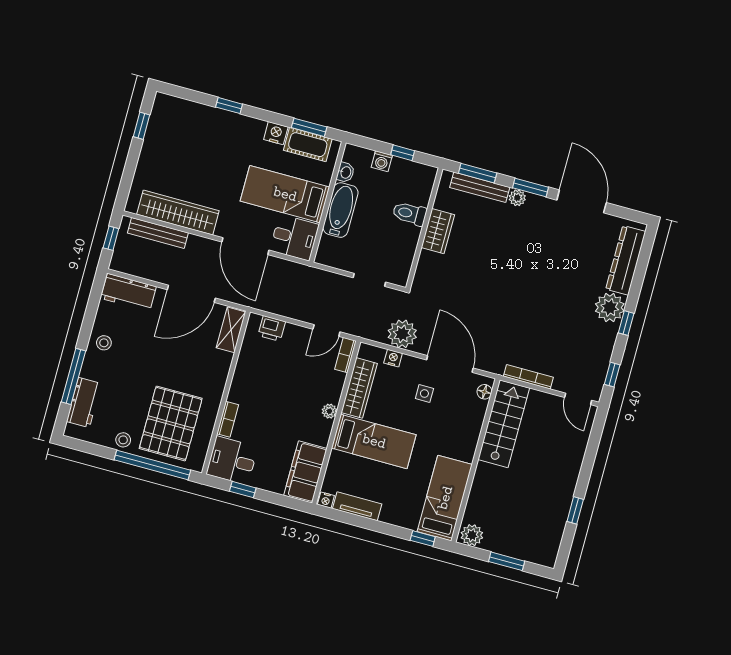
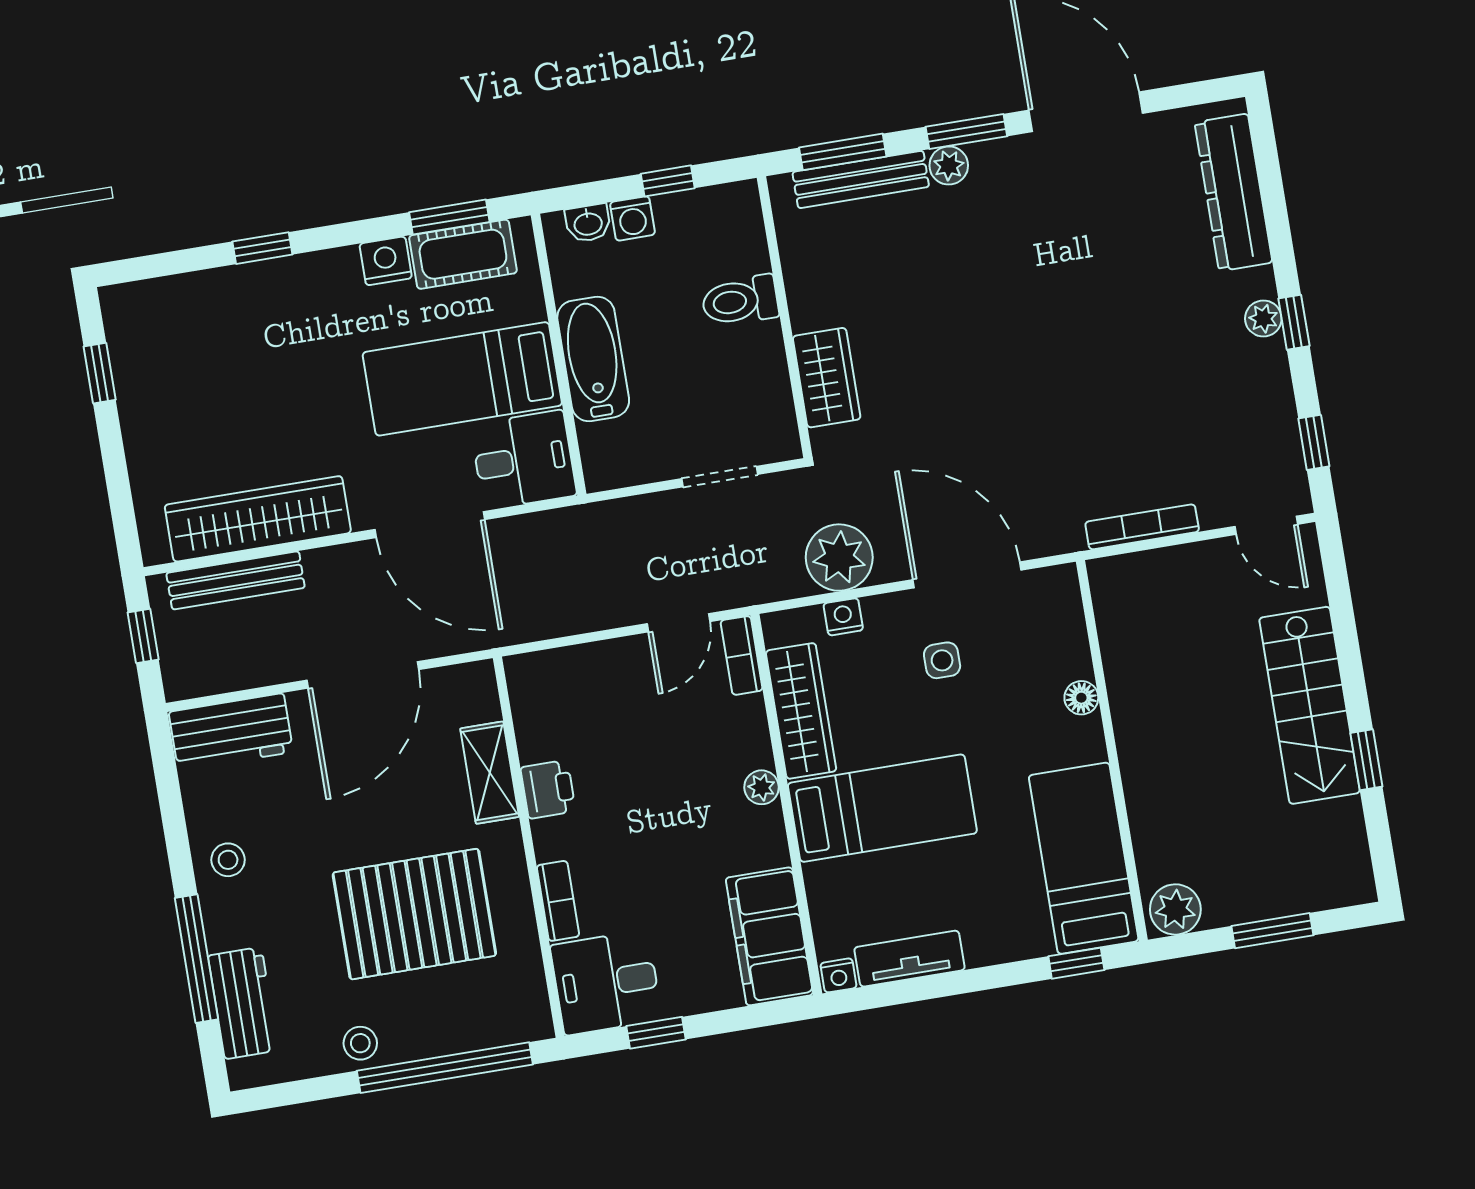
washbasin: (345, 172) -> (588, 223), moved, turned 90
wardrobe: (438, 231) -> (827, 378), moved
plant: (610, 307) -> (1263, 318), width x0.53, depth x0.53
printer: (272, 329) -> (548, 789), moved, turned -90
shelving: (231, 330) -> (490, 773), moved
floor lamp: (484, 392) -> (1081, 698), moved
pallet: (171, 423) -> (414, 914), moved, turned 90
stairs: (504, 424) -> (1310, 705), moved, turned 180

